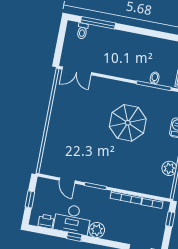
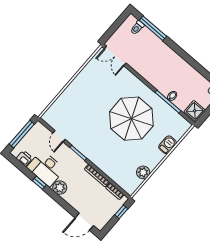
parasol: (128, 123) -> (131, 119), width x1.36, depth x1.36
window: (30, 199) -> (22, 134), width x2.17

